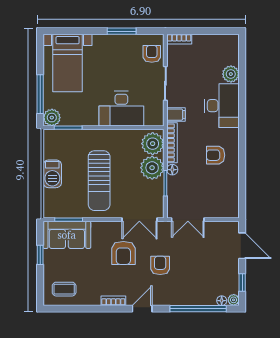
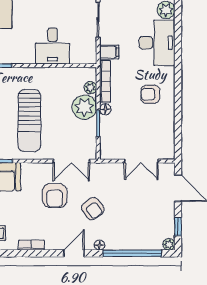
desk: (121, 109) -> (52, 46), width x0.73
plant: (153, 144) -> (90, 88), width x0.53, depth x0.53
double door: (188, 220) -> (141, 161), moved
armchair: (160, 265) -> (93, 209), turned 143
bookcase: (113, 301) -> (31, 245), moved
floor lamp: (222, 301) -> (99, 245), moved

